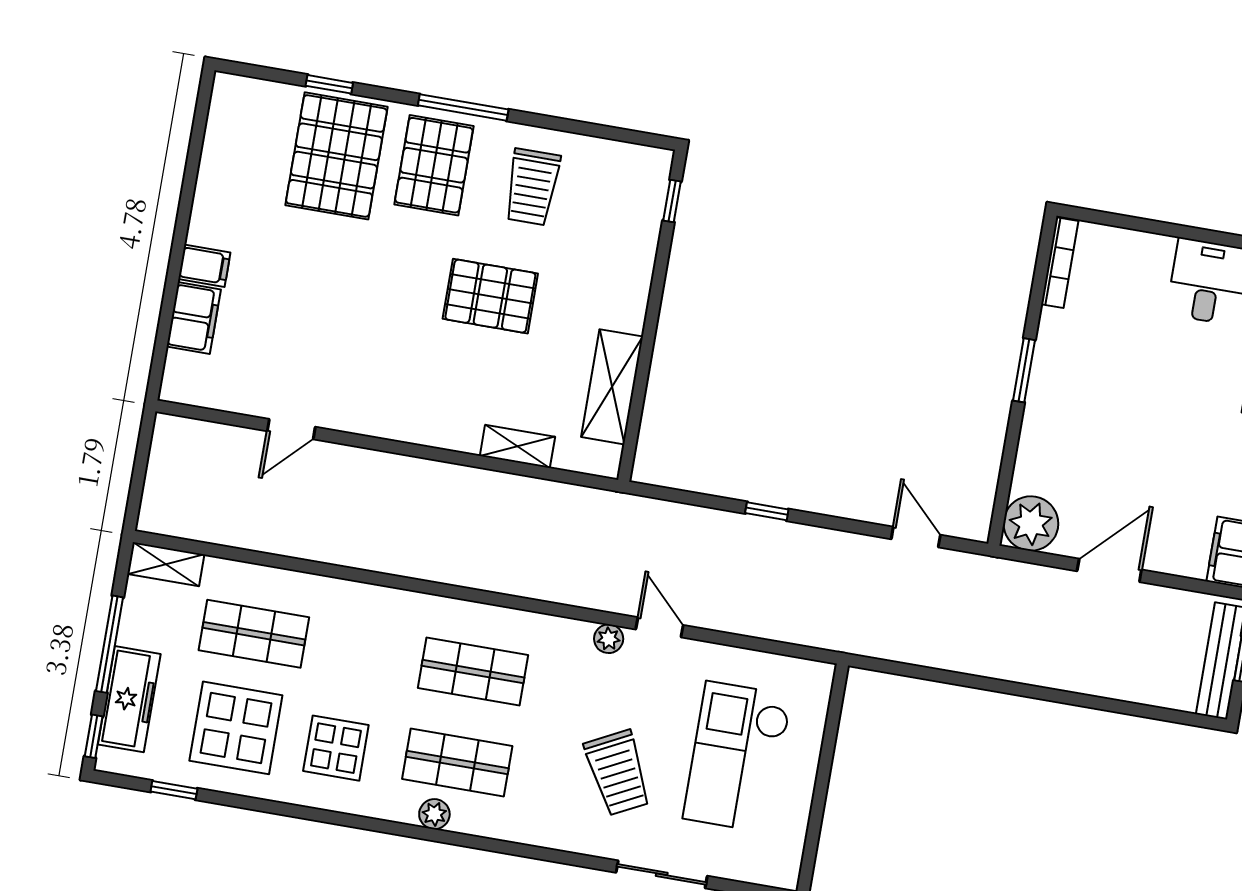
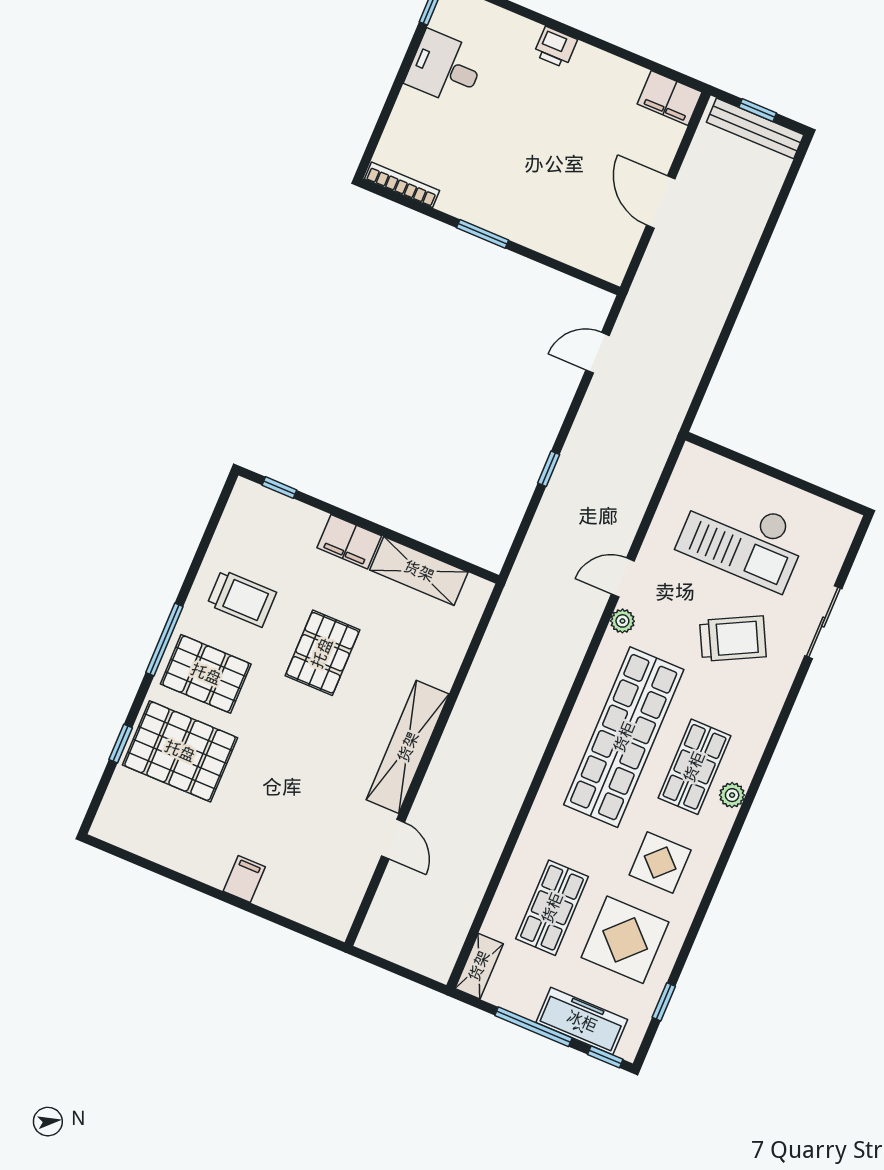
filing cabinet: (194, 318) -> (349, 542), moved, turned 180
shelving: (517, 446) -> (408, 747), moved, width x2.20, depth x1.33
plant: (1031, 524) -> (608, 257), removed
shop shelf: (473, 672) -> (624, 737), width x2.00, depth x1.36

